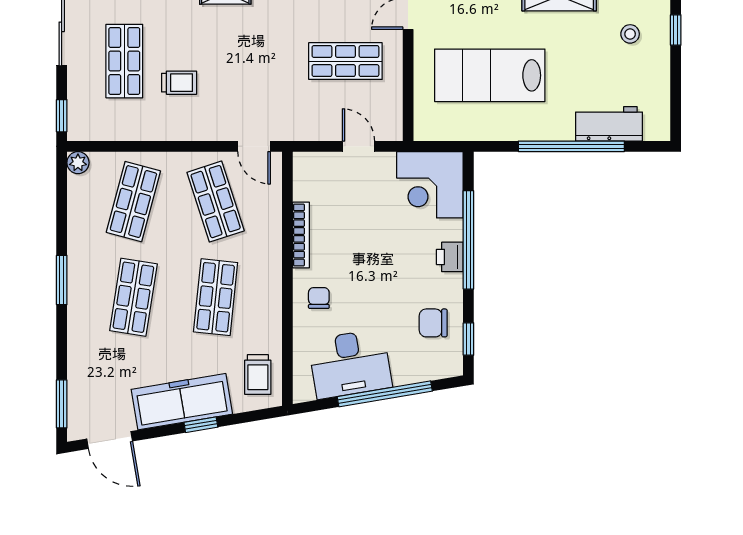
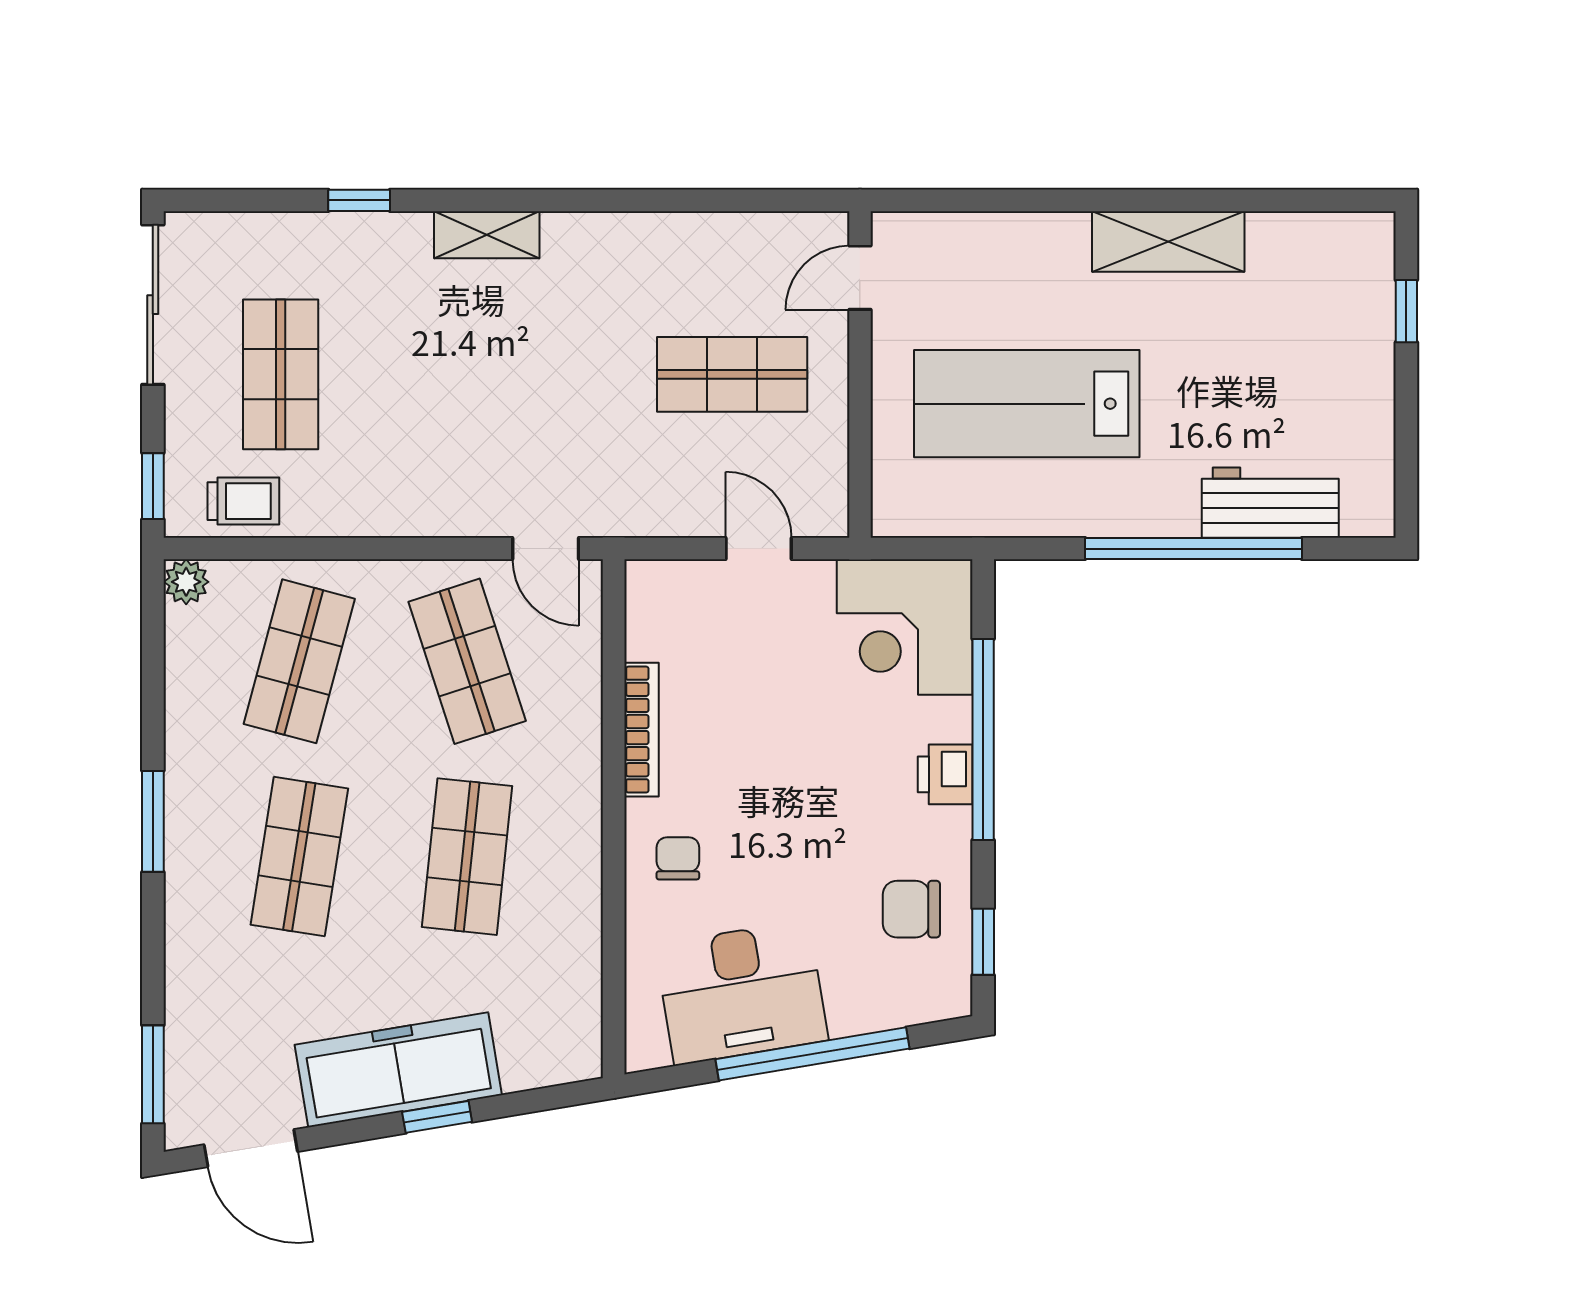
stool: (630, 34) -> (1313, 319), removed
trolley: (179, 83) -> (243, 501), moved
trolley: (258, 374) -> (553, 1014), removed

